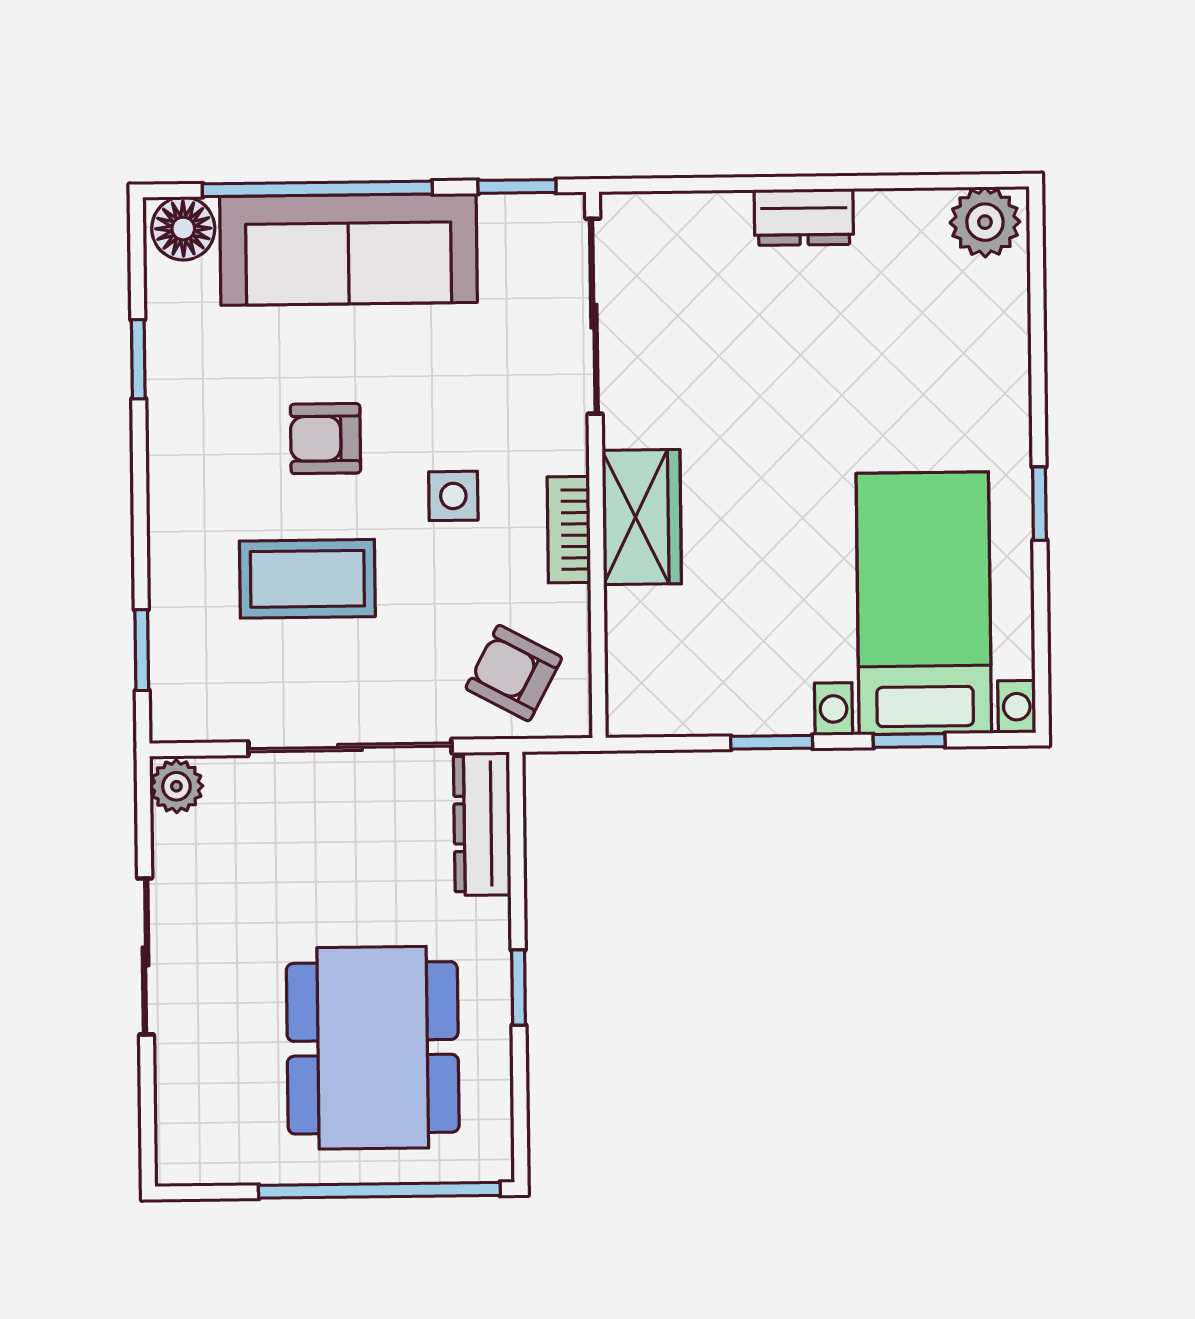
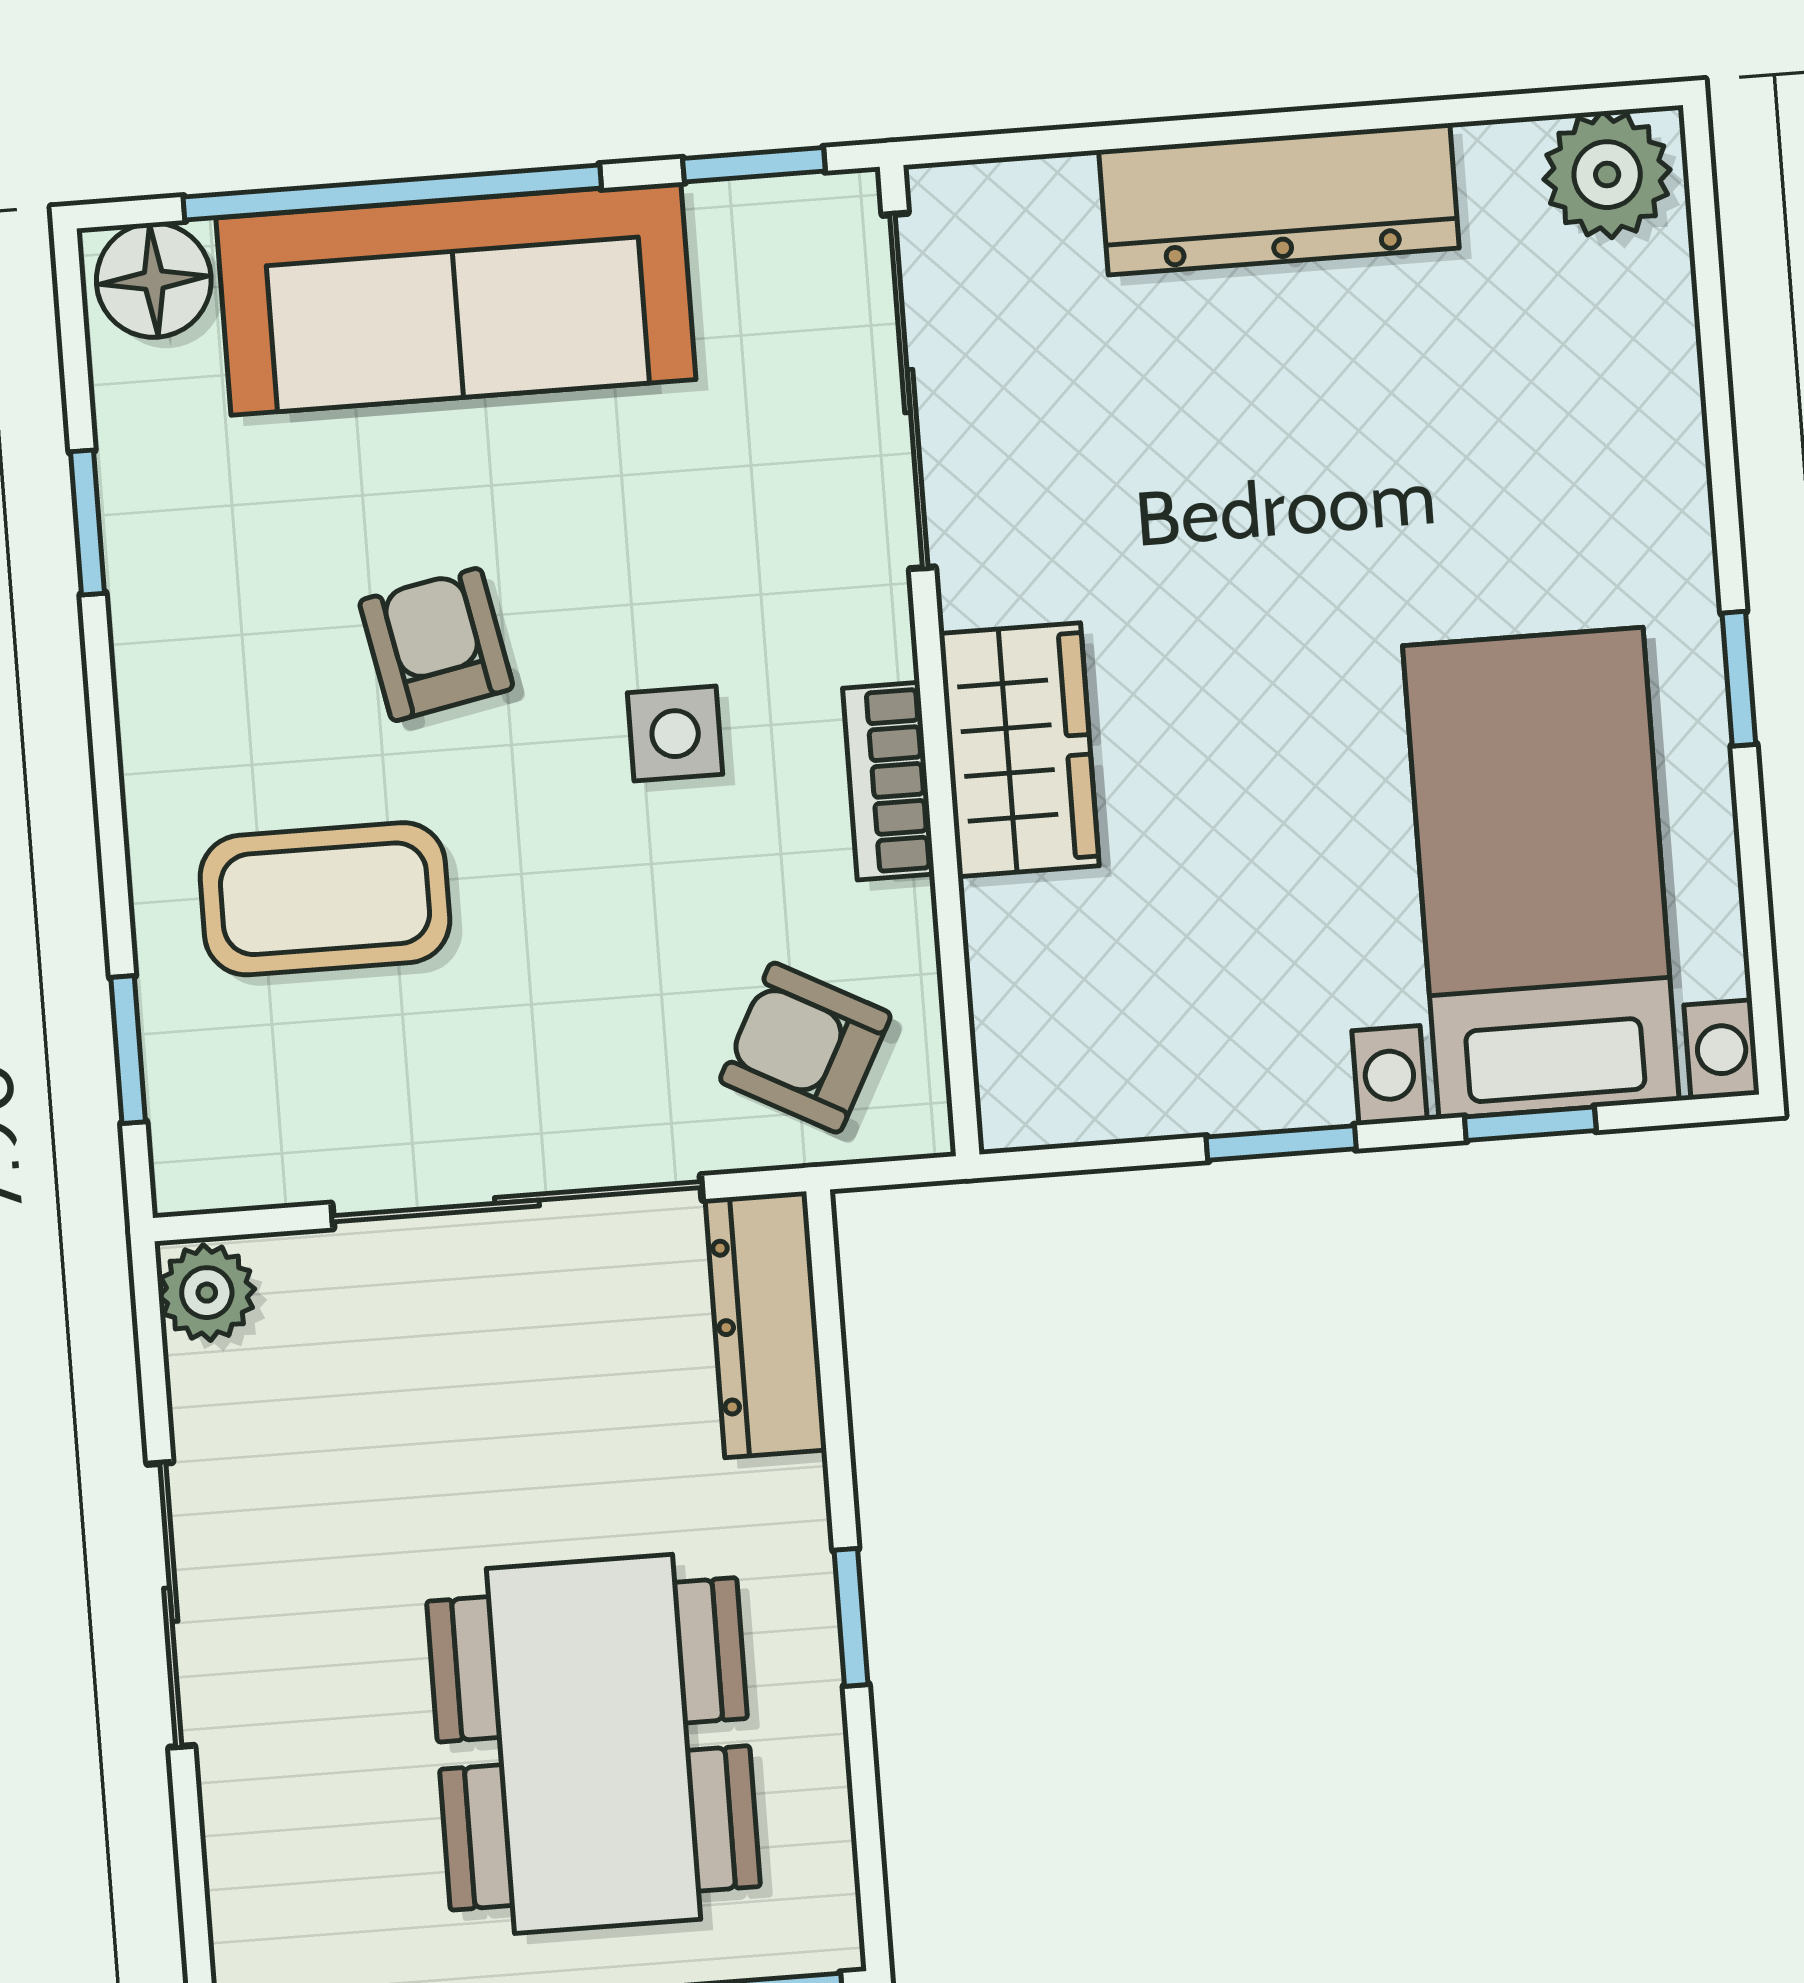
dresser: (804, 217) -> (1279, 199), width x1.96, depth x1.24
armchair: (325, 439) -> (436, 645), turned 79
coffee table: (307, 579) -> (325, 899), moved

